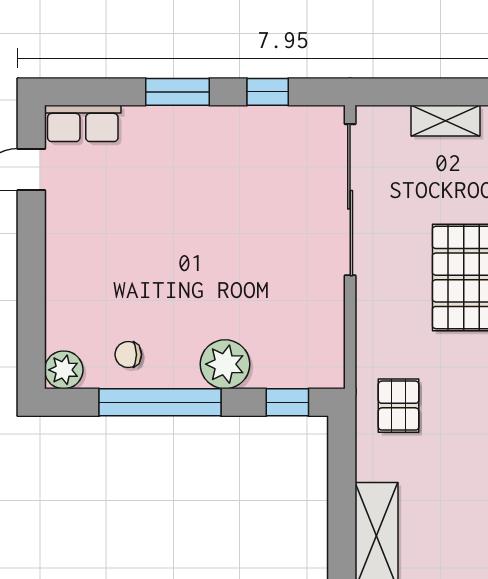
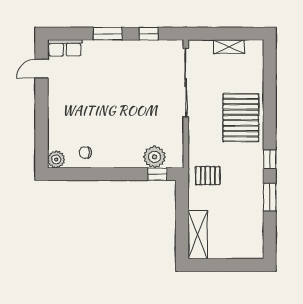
plant: (225, 364) -> (155, 157), moved
window: (160, 402) -> (100, 174), removed
pallet: (399, 406) -> (208, 176), turned 90

